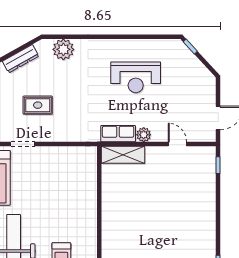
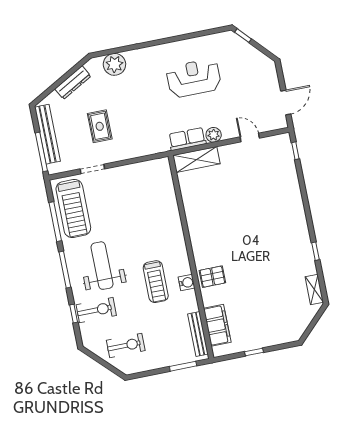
reception desk: (136, 77) -> (194, 78), turned 180
rug: (38, 105) -> (100, 126), turned 90

